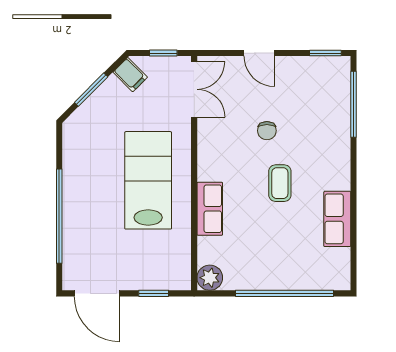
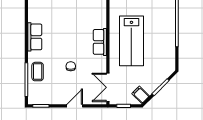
door: (259, 53) -> (75, 106), hinge flipped
coffee table: (280, 183) -> (38, 72), moved
row of seats: (210, 209) -> (100, 42), moved
row of seats: (337, 219) -> (35, 37), moved

